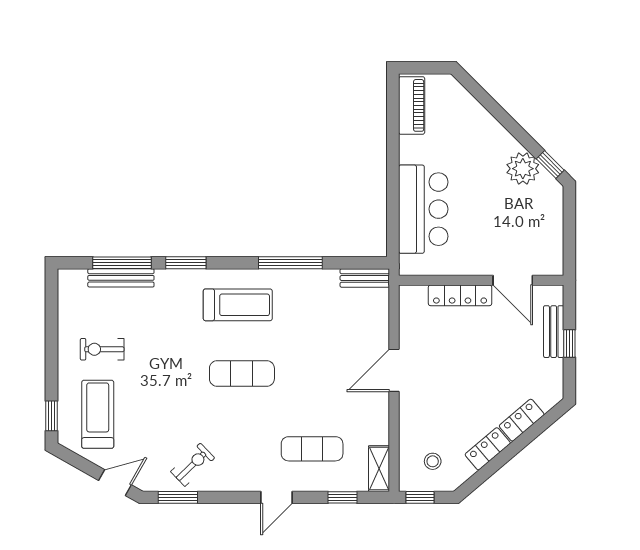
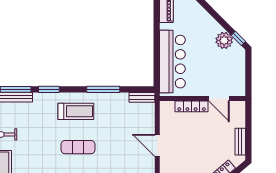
bar counter: (423, 209) -> (172, 62), width x1.36
bench: (554, 332) -> (240, 142), moved
window: (569, 343) -> (248, 131), removed
door: (394, 370) -> (157, 145), hinge flipped

